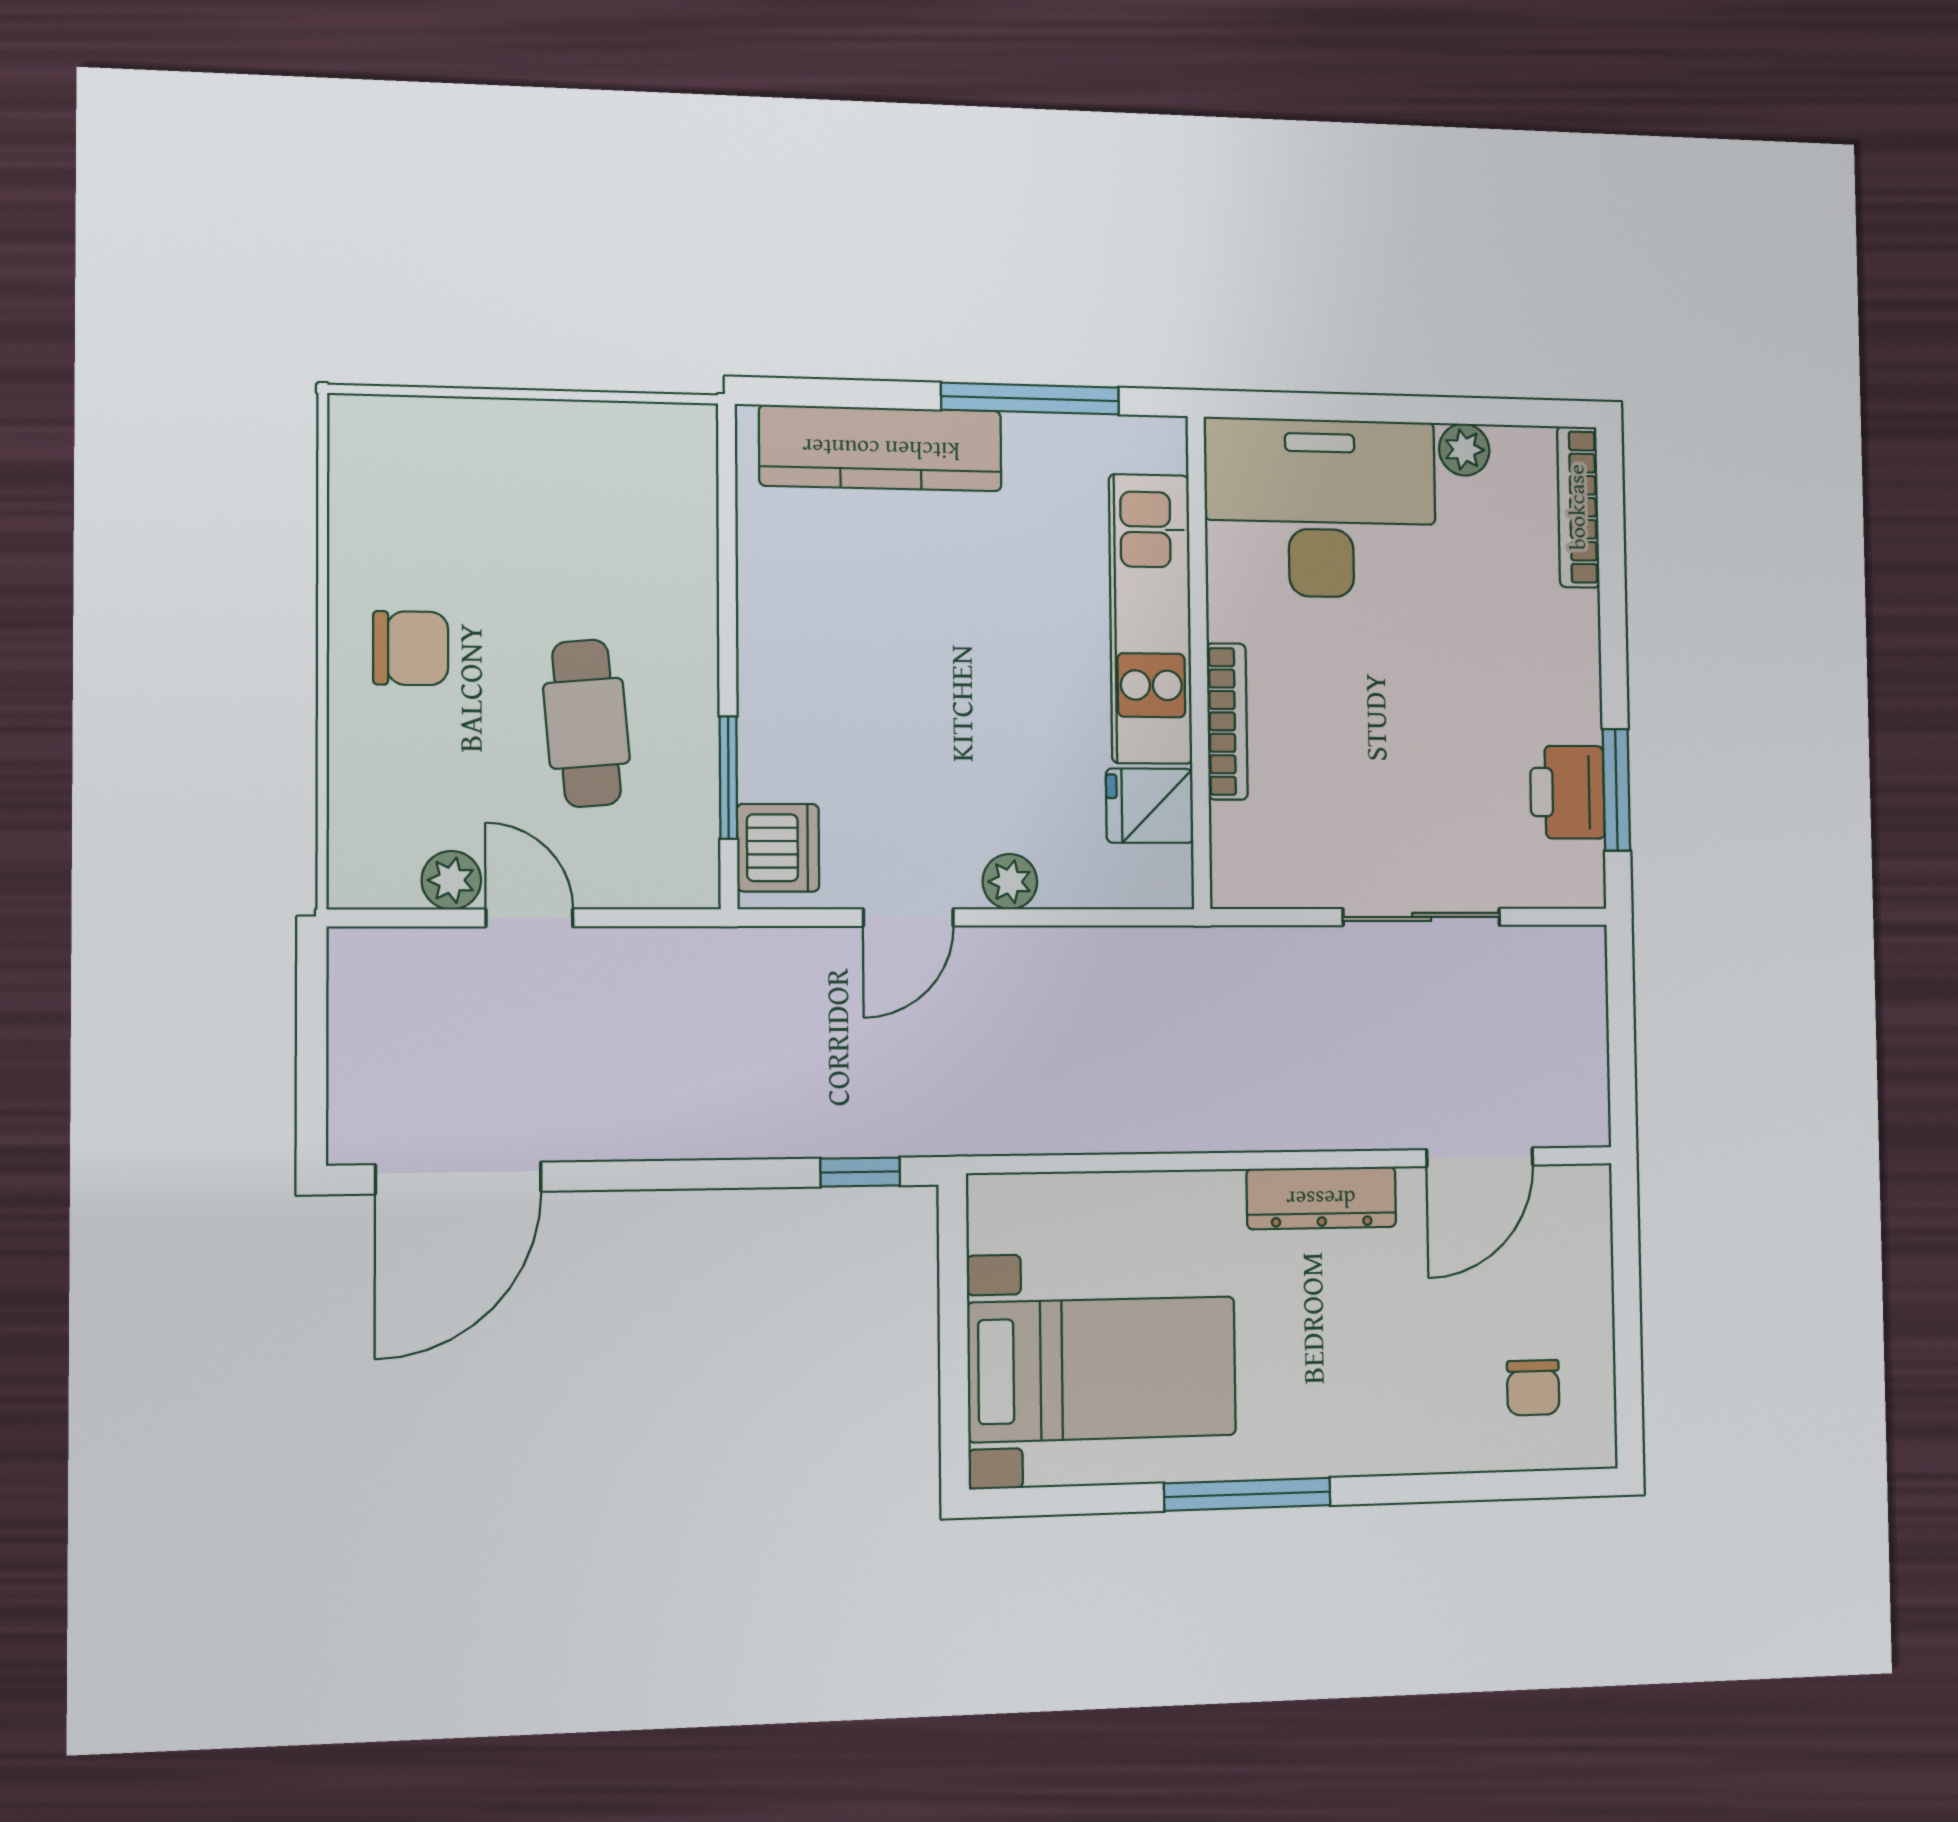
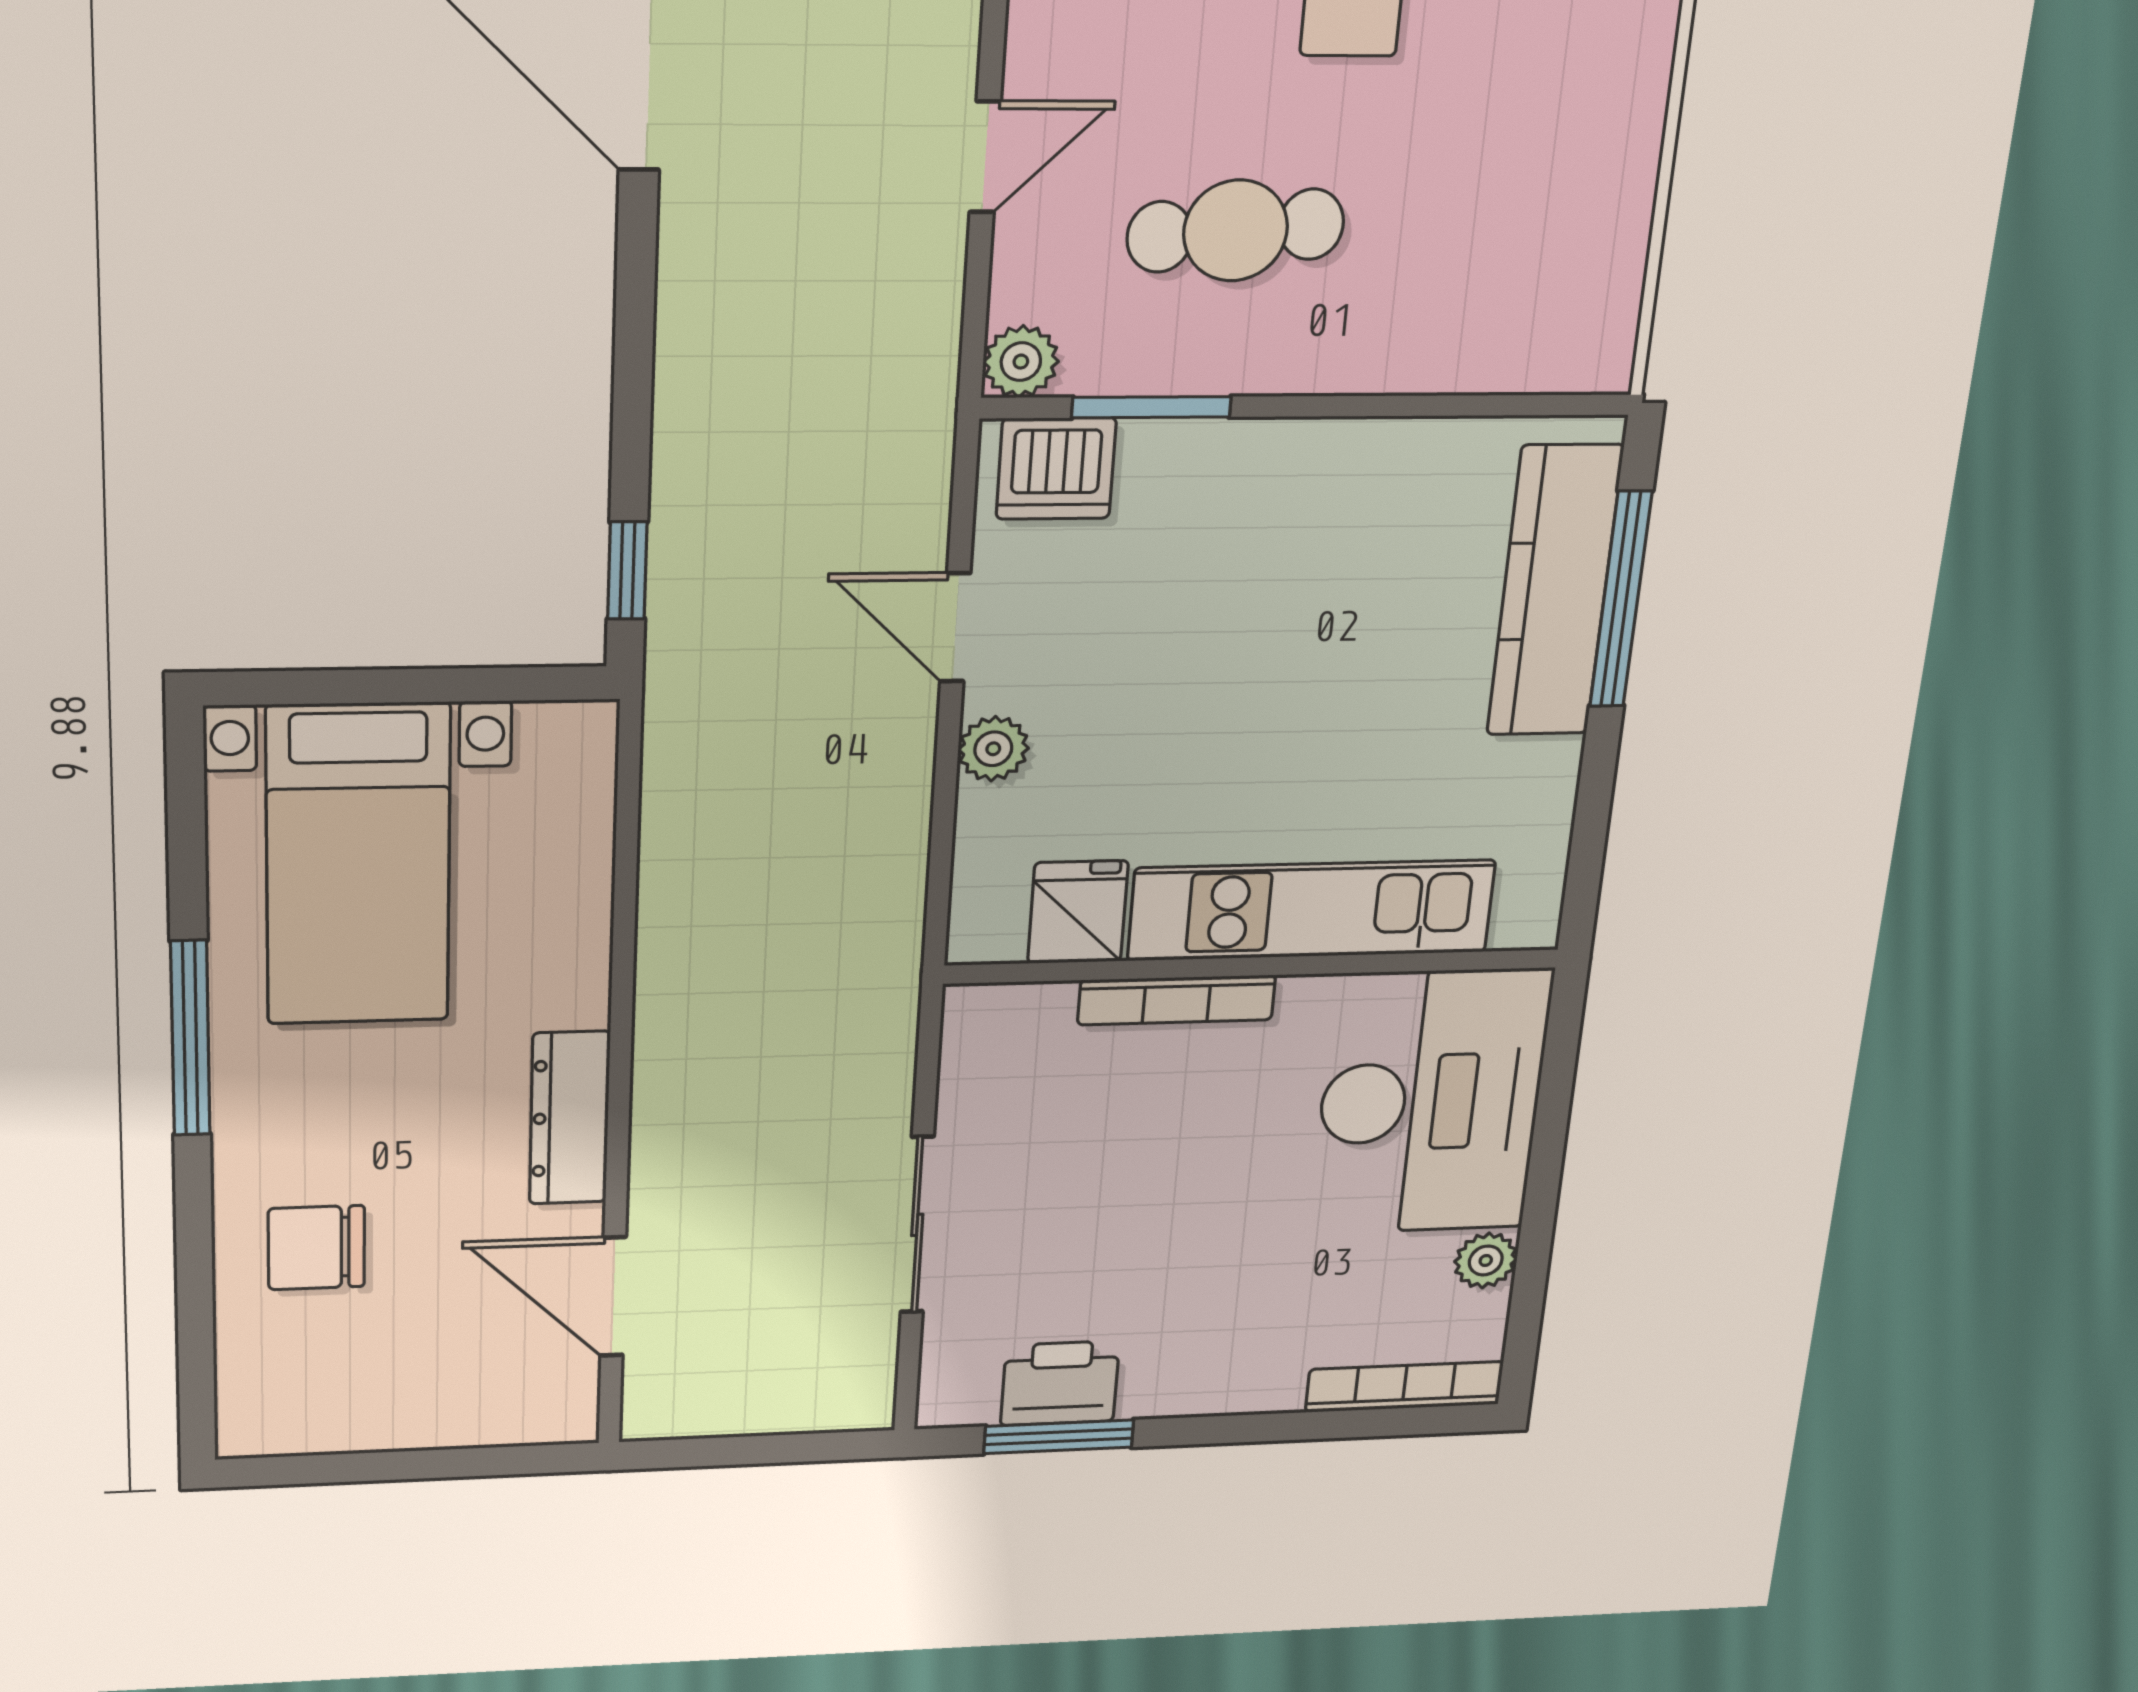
window: (1030, 399) -> (1621, 600), moved
plant: (451, 880) -> (1021, 362), moved
chair: (1533, 1388) -> (316, 1248), moved, width x1.37, depth x1.37

